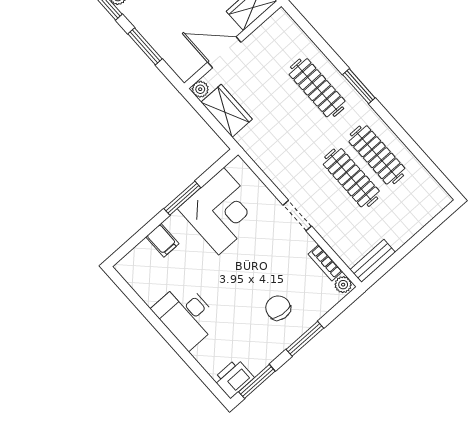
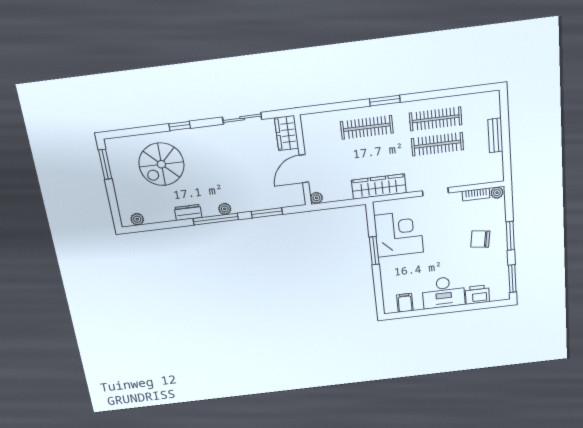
wardrobe: (227, 111) -> (379, 187), moved, width x1.50
filing cabinet: (162, 240) -> (405, 303), moved, turned -90
bench: (373, 261) -> (495, 135), moved
printer: (234, 378) -> (477, 295), moved, turned 90

